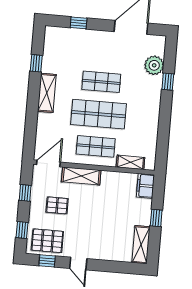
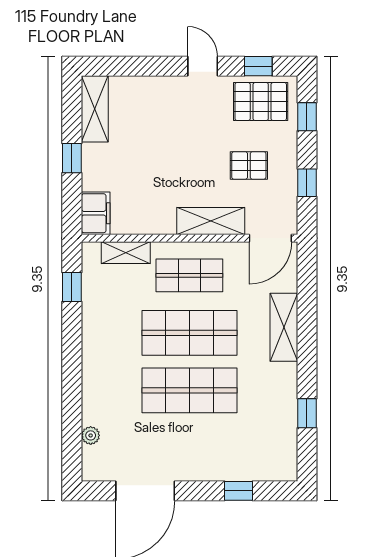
plant: (154, 65) -> (91, 435), width x0.53, depth x0.53
shop shelf: (101, 82) -> (189, 390), width x1.43, depth x1.36
window: (168, 82) -> (72, 287), moved
shelving: (47, 93) -> (284, 327), moved

